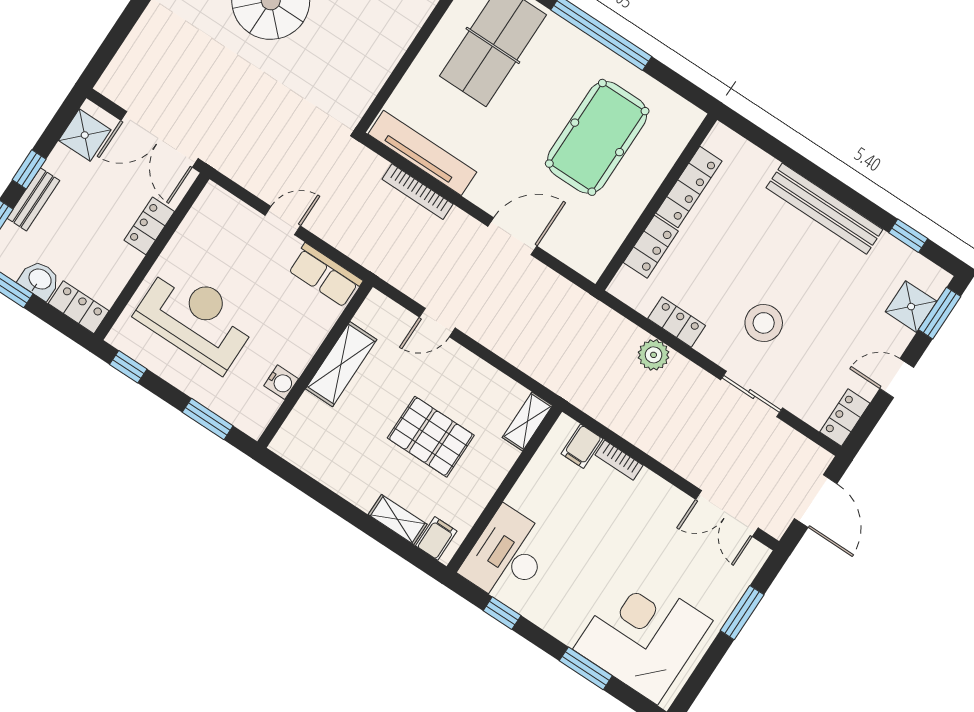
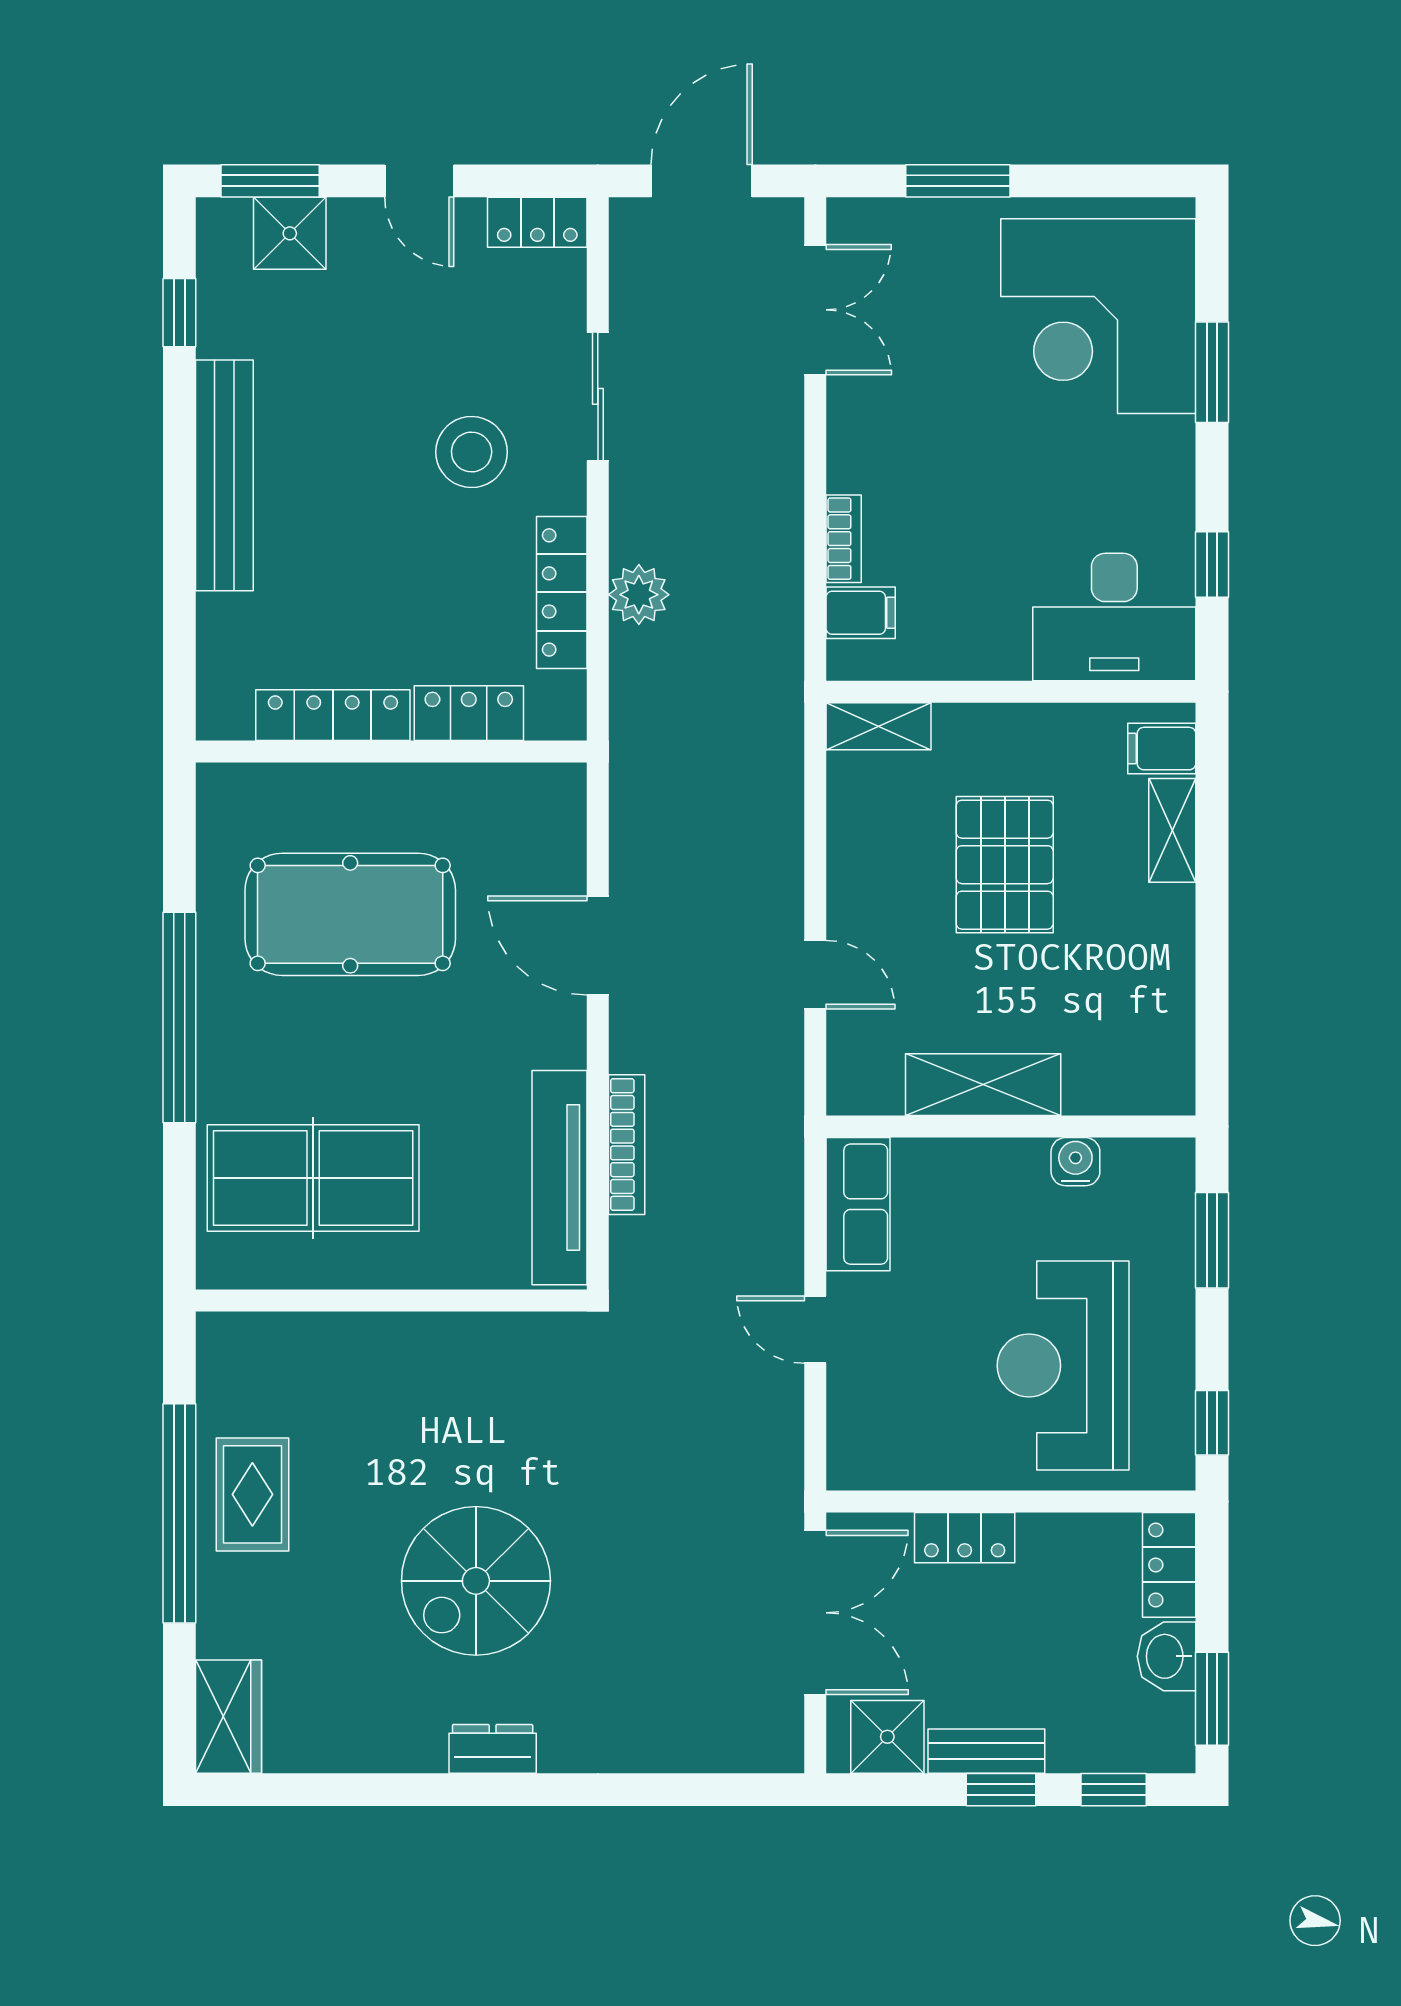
bench: (33, 199) -> (986, 1751), moved
locker: (677, 322) -> (562, 592), width x1.53

